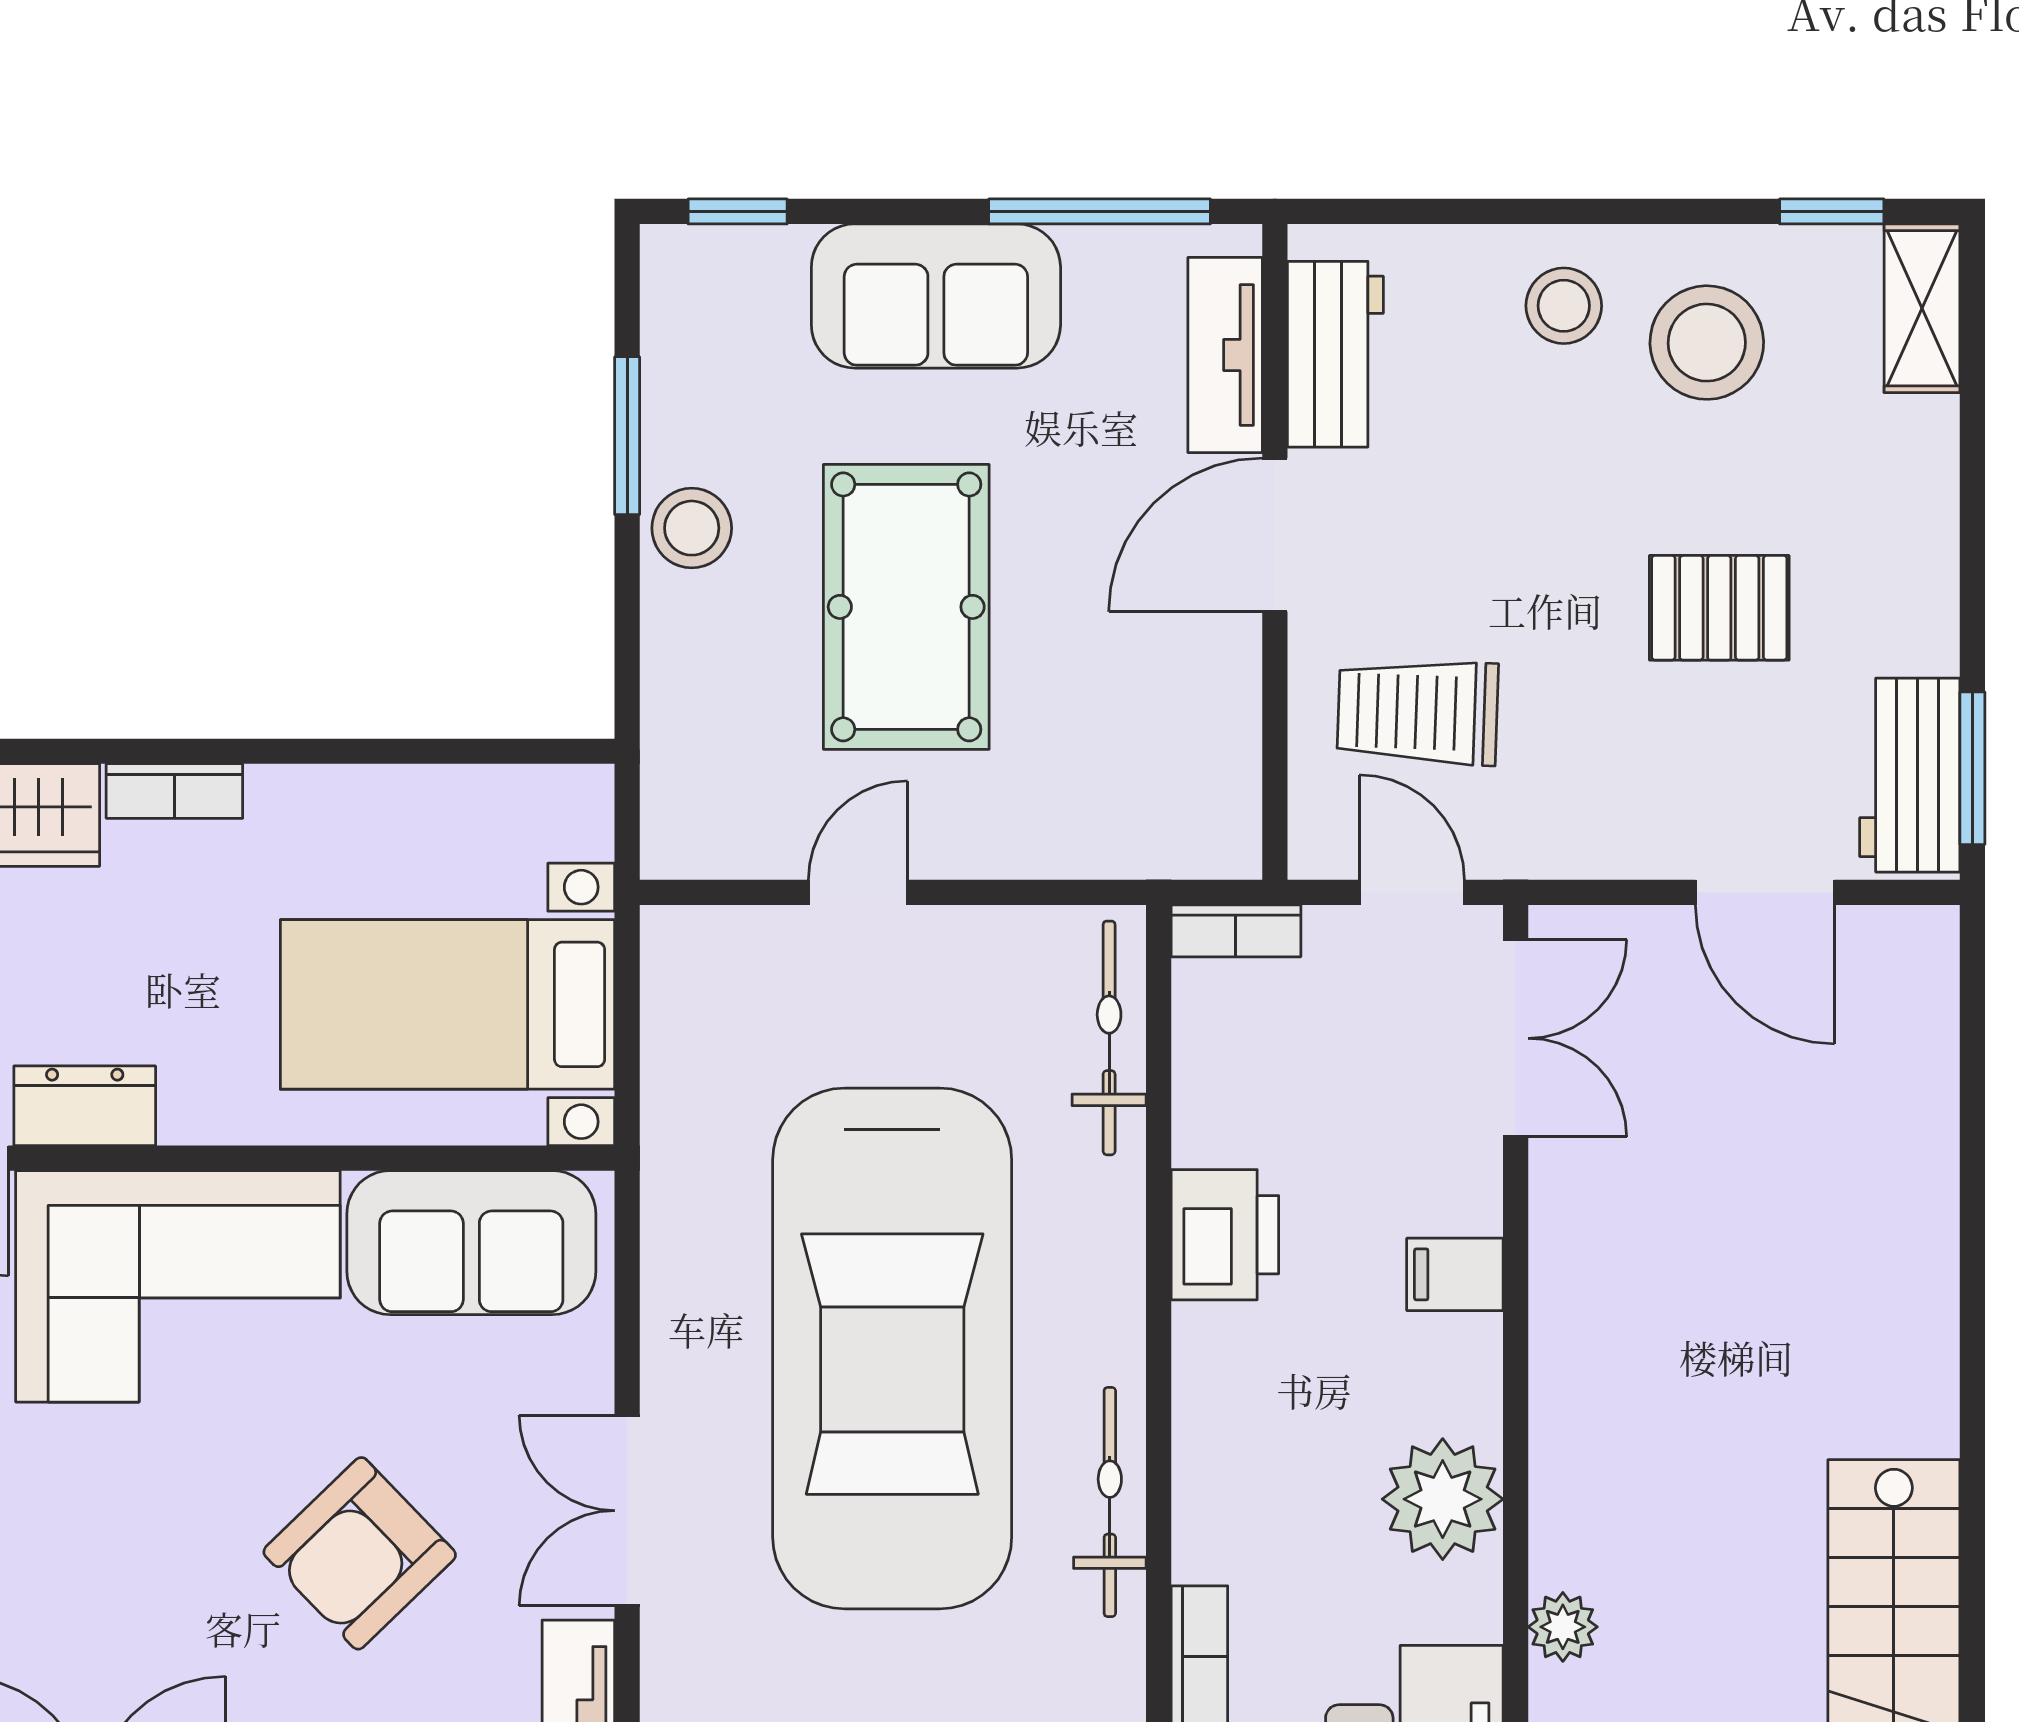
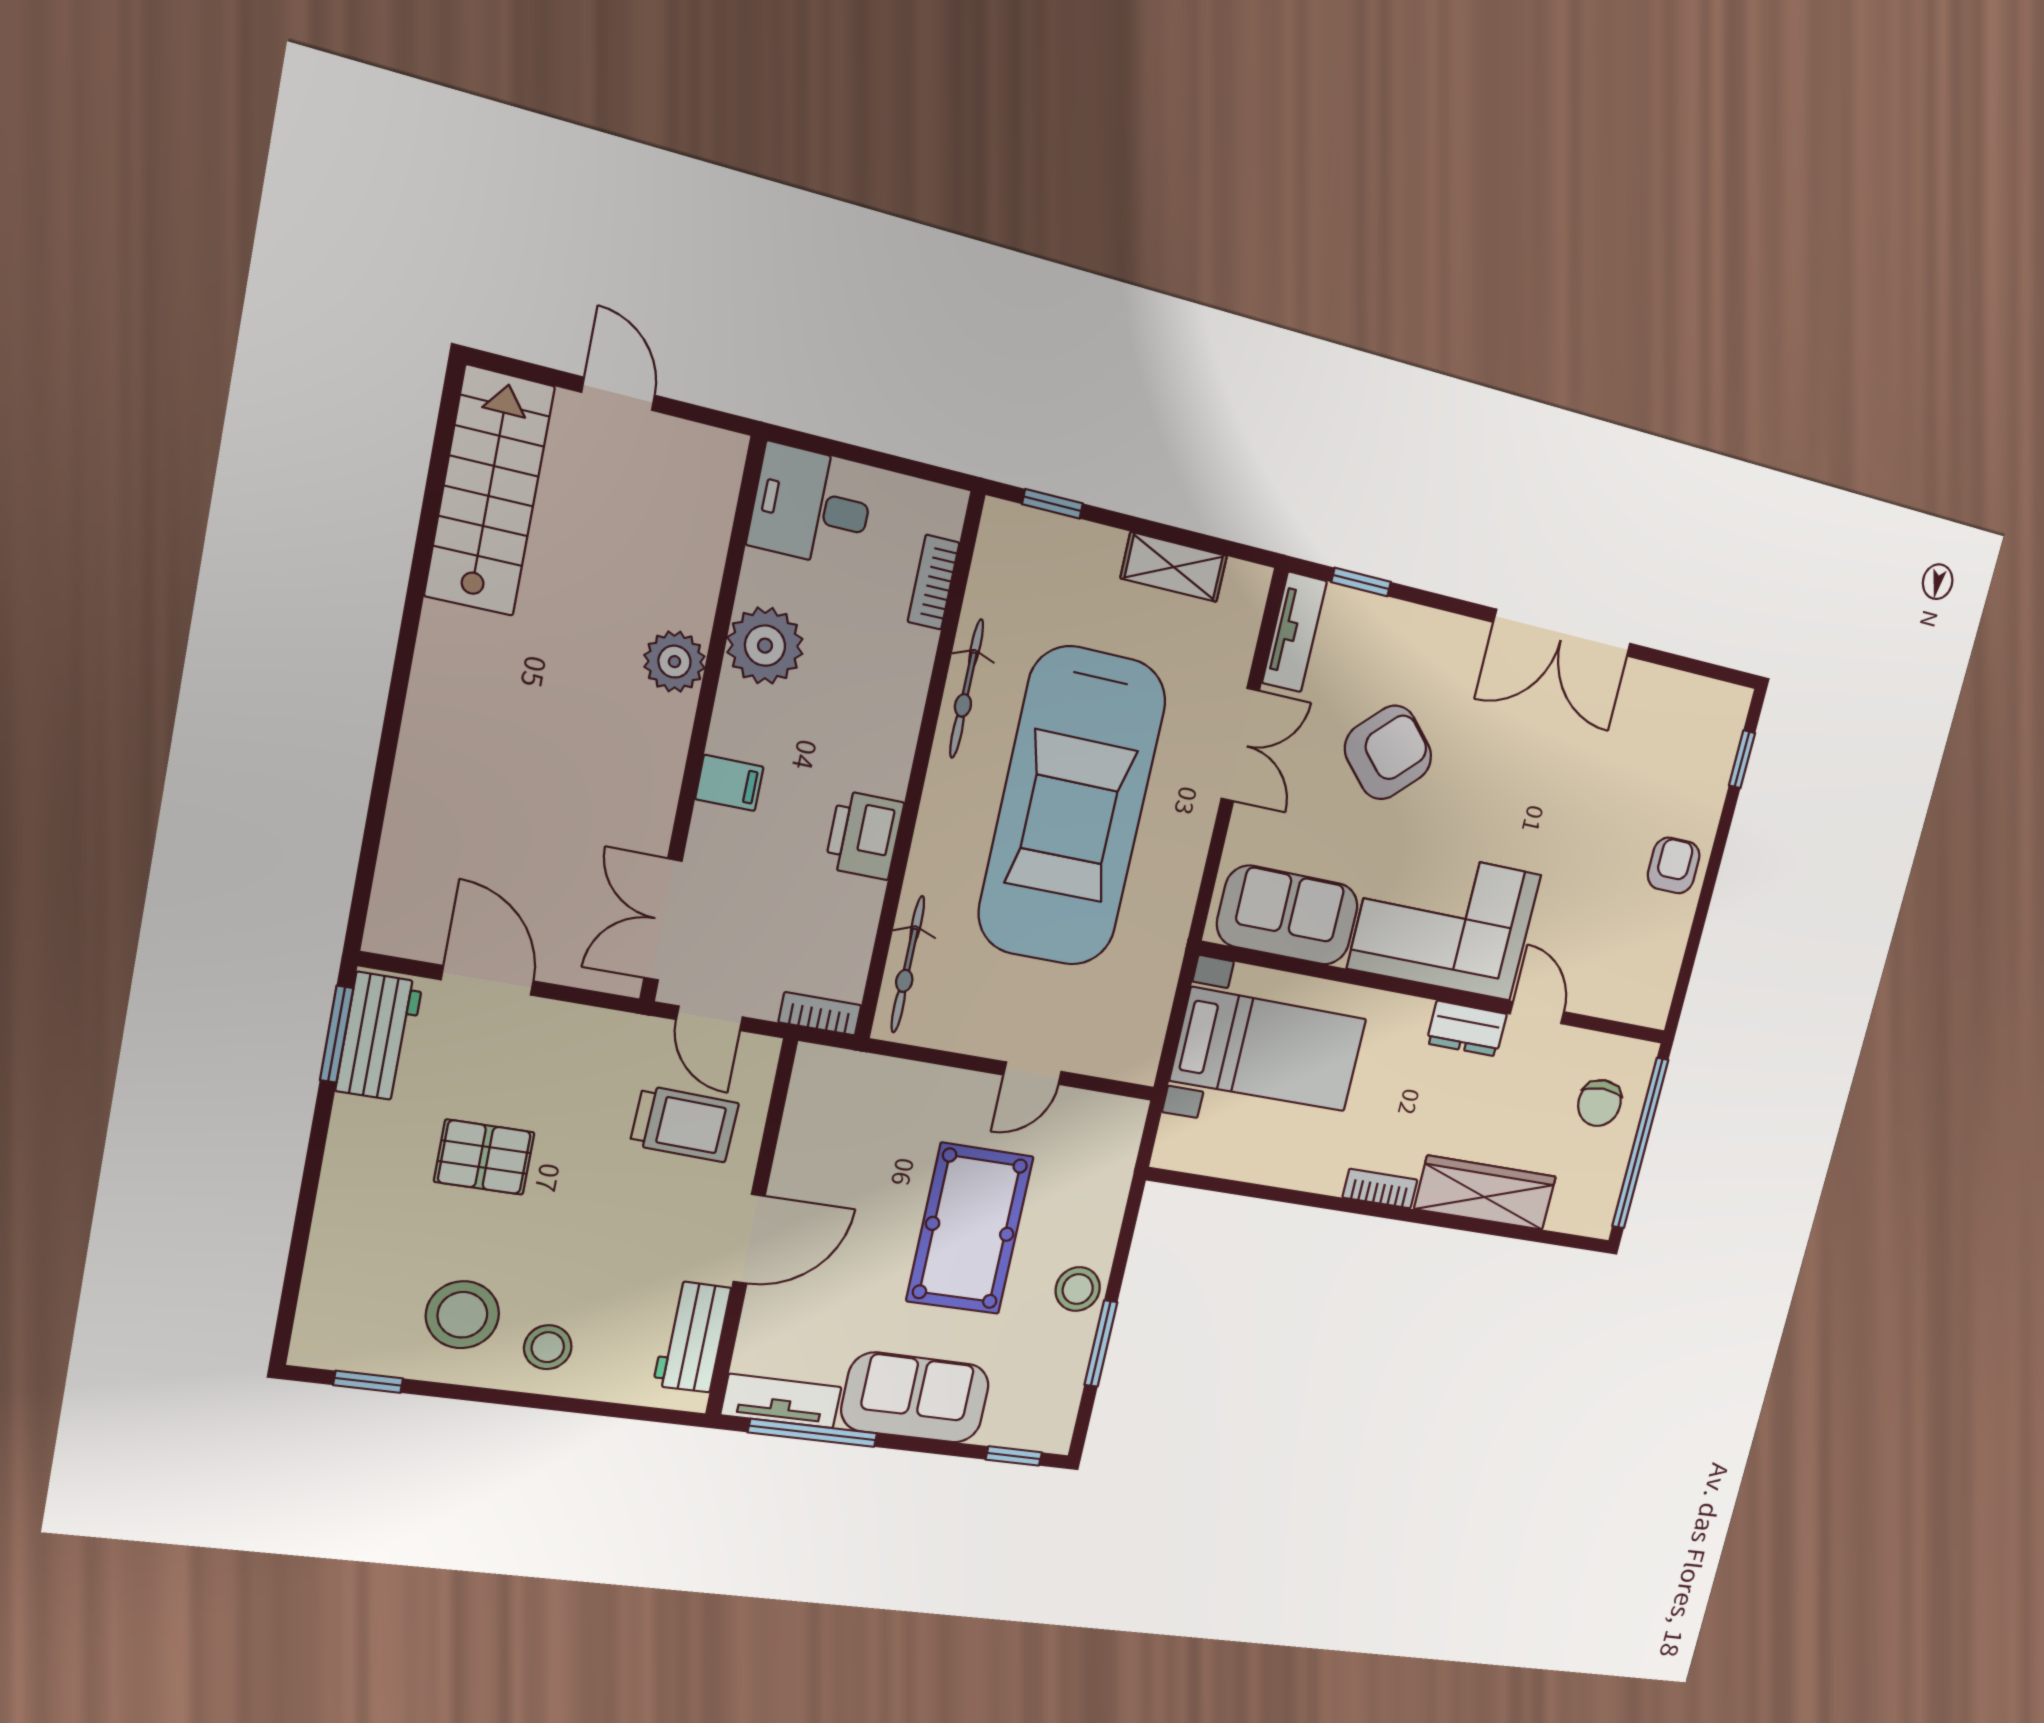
shelving: (1922, 308) -> (320, 1318), removed
tv unit: (1225, 355) -> (781, 1401), moved, turned -90
car: (892, 1348) -> (1072, 807), turned 180
plant: (1563, 1627) -> (674, 662), moved, width x1.38, depth x1.38

